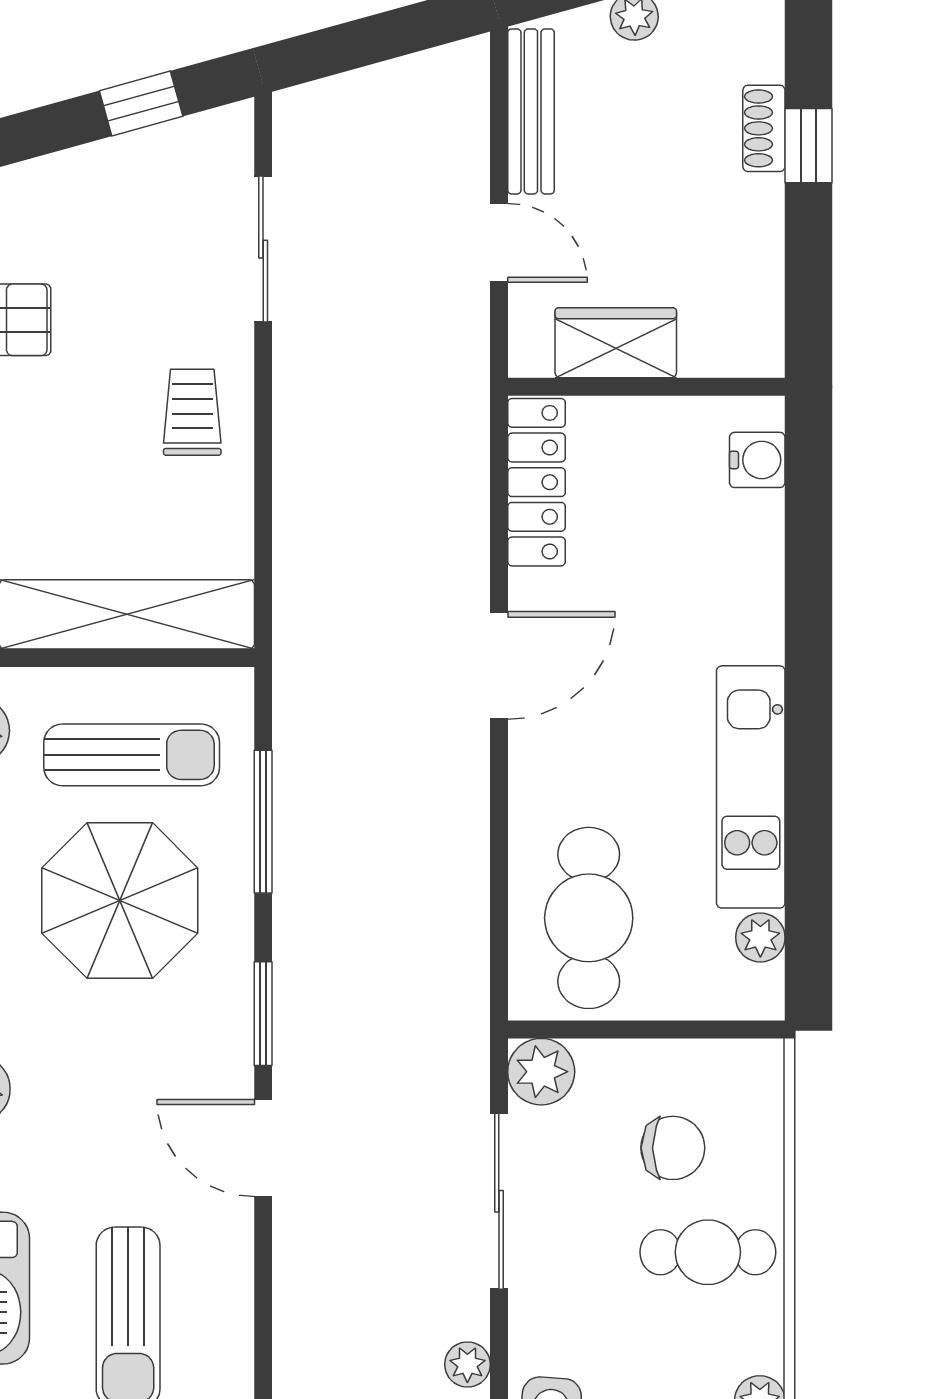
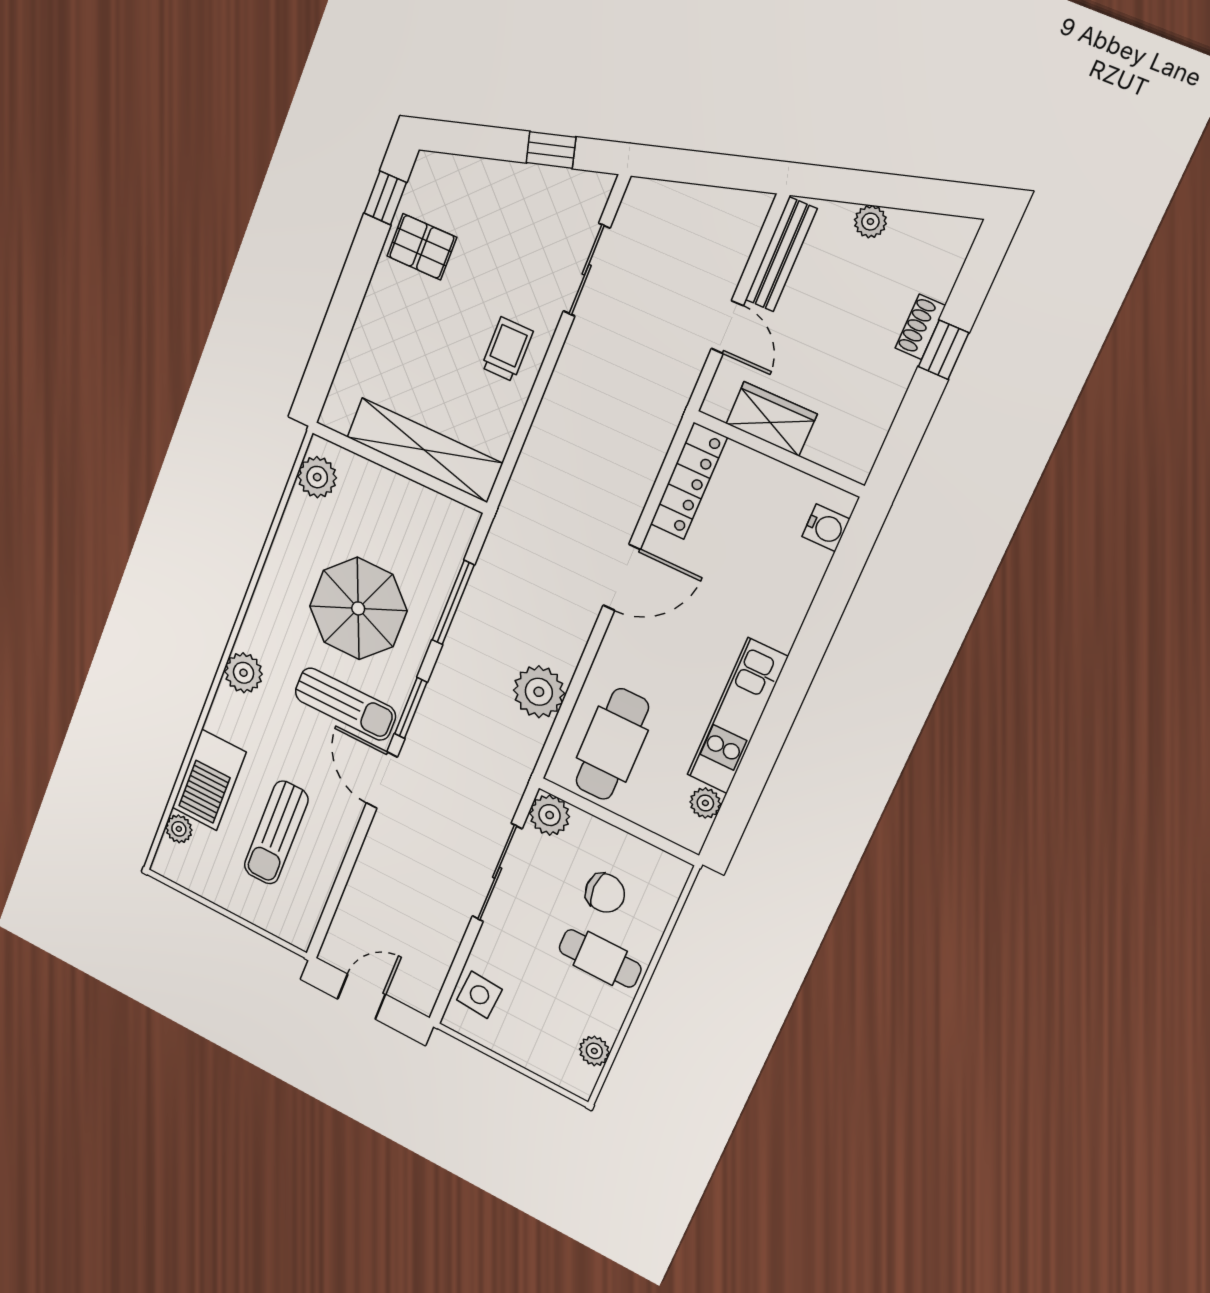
sun lounger: (132, 755) -> (345, 704), moved
plant: (467, 1364) -> (539, 692), moved, width x1.88, depth x1.88

